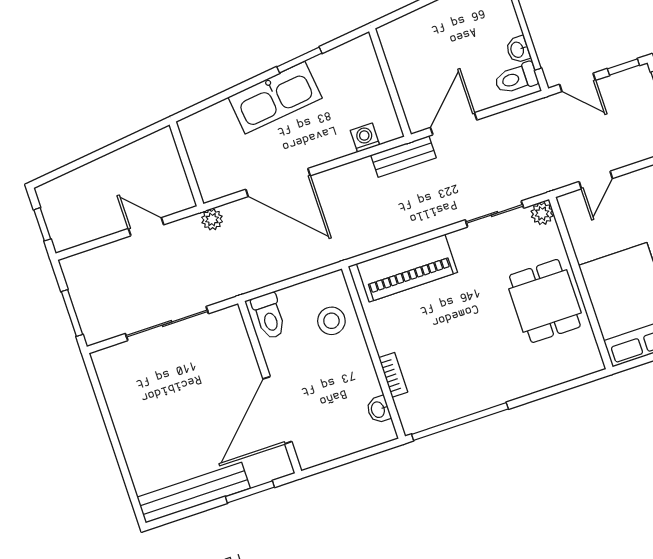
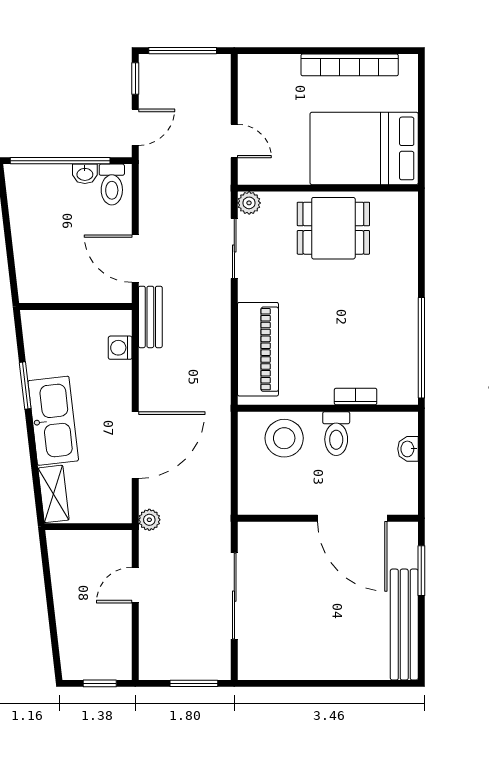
shelving: (206, 121) -> (53, 494), added
toilet: (269, 316) -> (336, 434), moved, turned 90
stool: (331, 321) -> (284, 438), width x1.38, depth x1.38
washbasin: (378, 410) -> (408, 449), moved, turned 90

